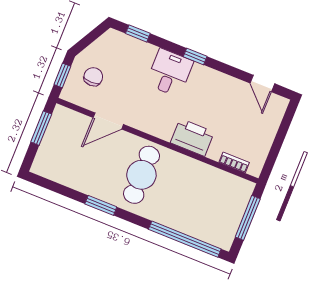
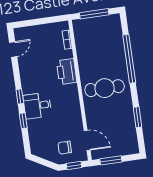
window: (138, 33) -> (23, 121), moved
door: (108, 121) -> (87, 140), moved
window: (101, 205) -> (138, 117), moved
window: (185, 239) -> (129, 59), moved

